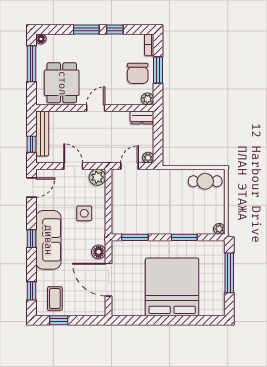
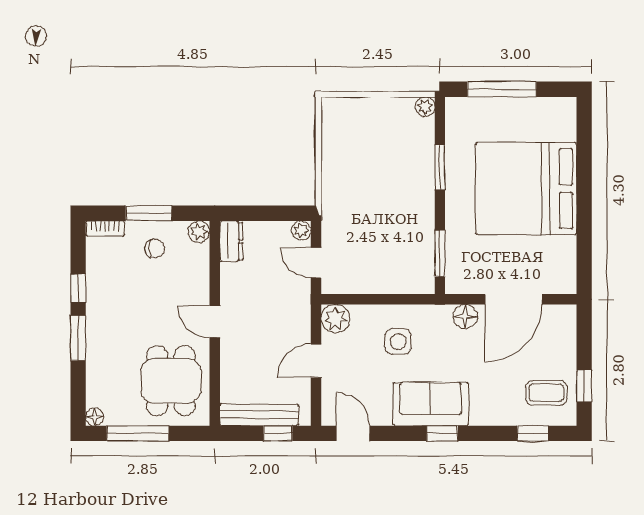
chair: (138, 73) -> (155, 249), width x0.54, depth x0.54
dining table: (62, 83) -> (171, 381), turned 90
cafe table: (205, 181) -> (342, 131), removed
sofa: (48, 240) -> (431, 404), width x0.73

